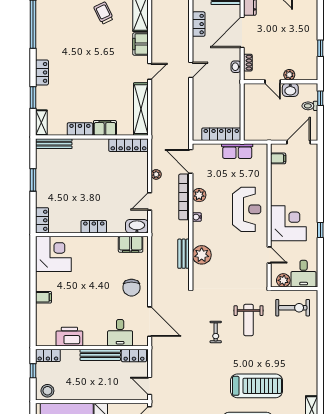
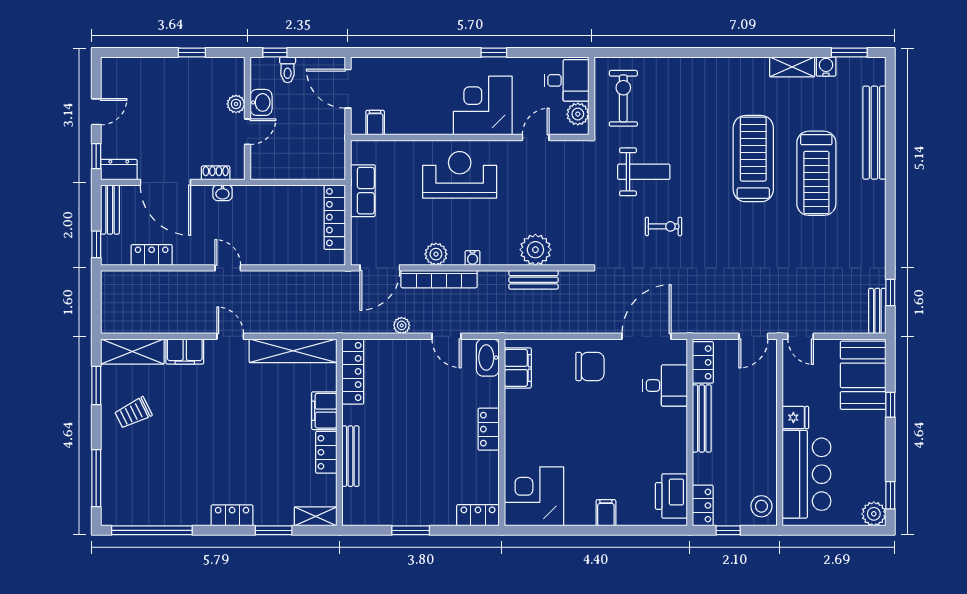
bench: (54, 144) -> (350, 456), moved
printer: (69, 337) -> (671, 496), moved

